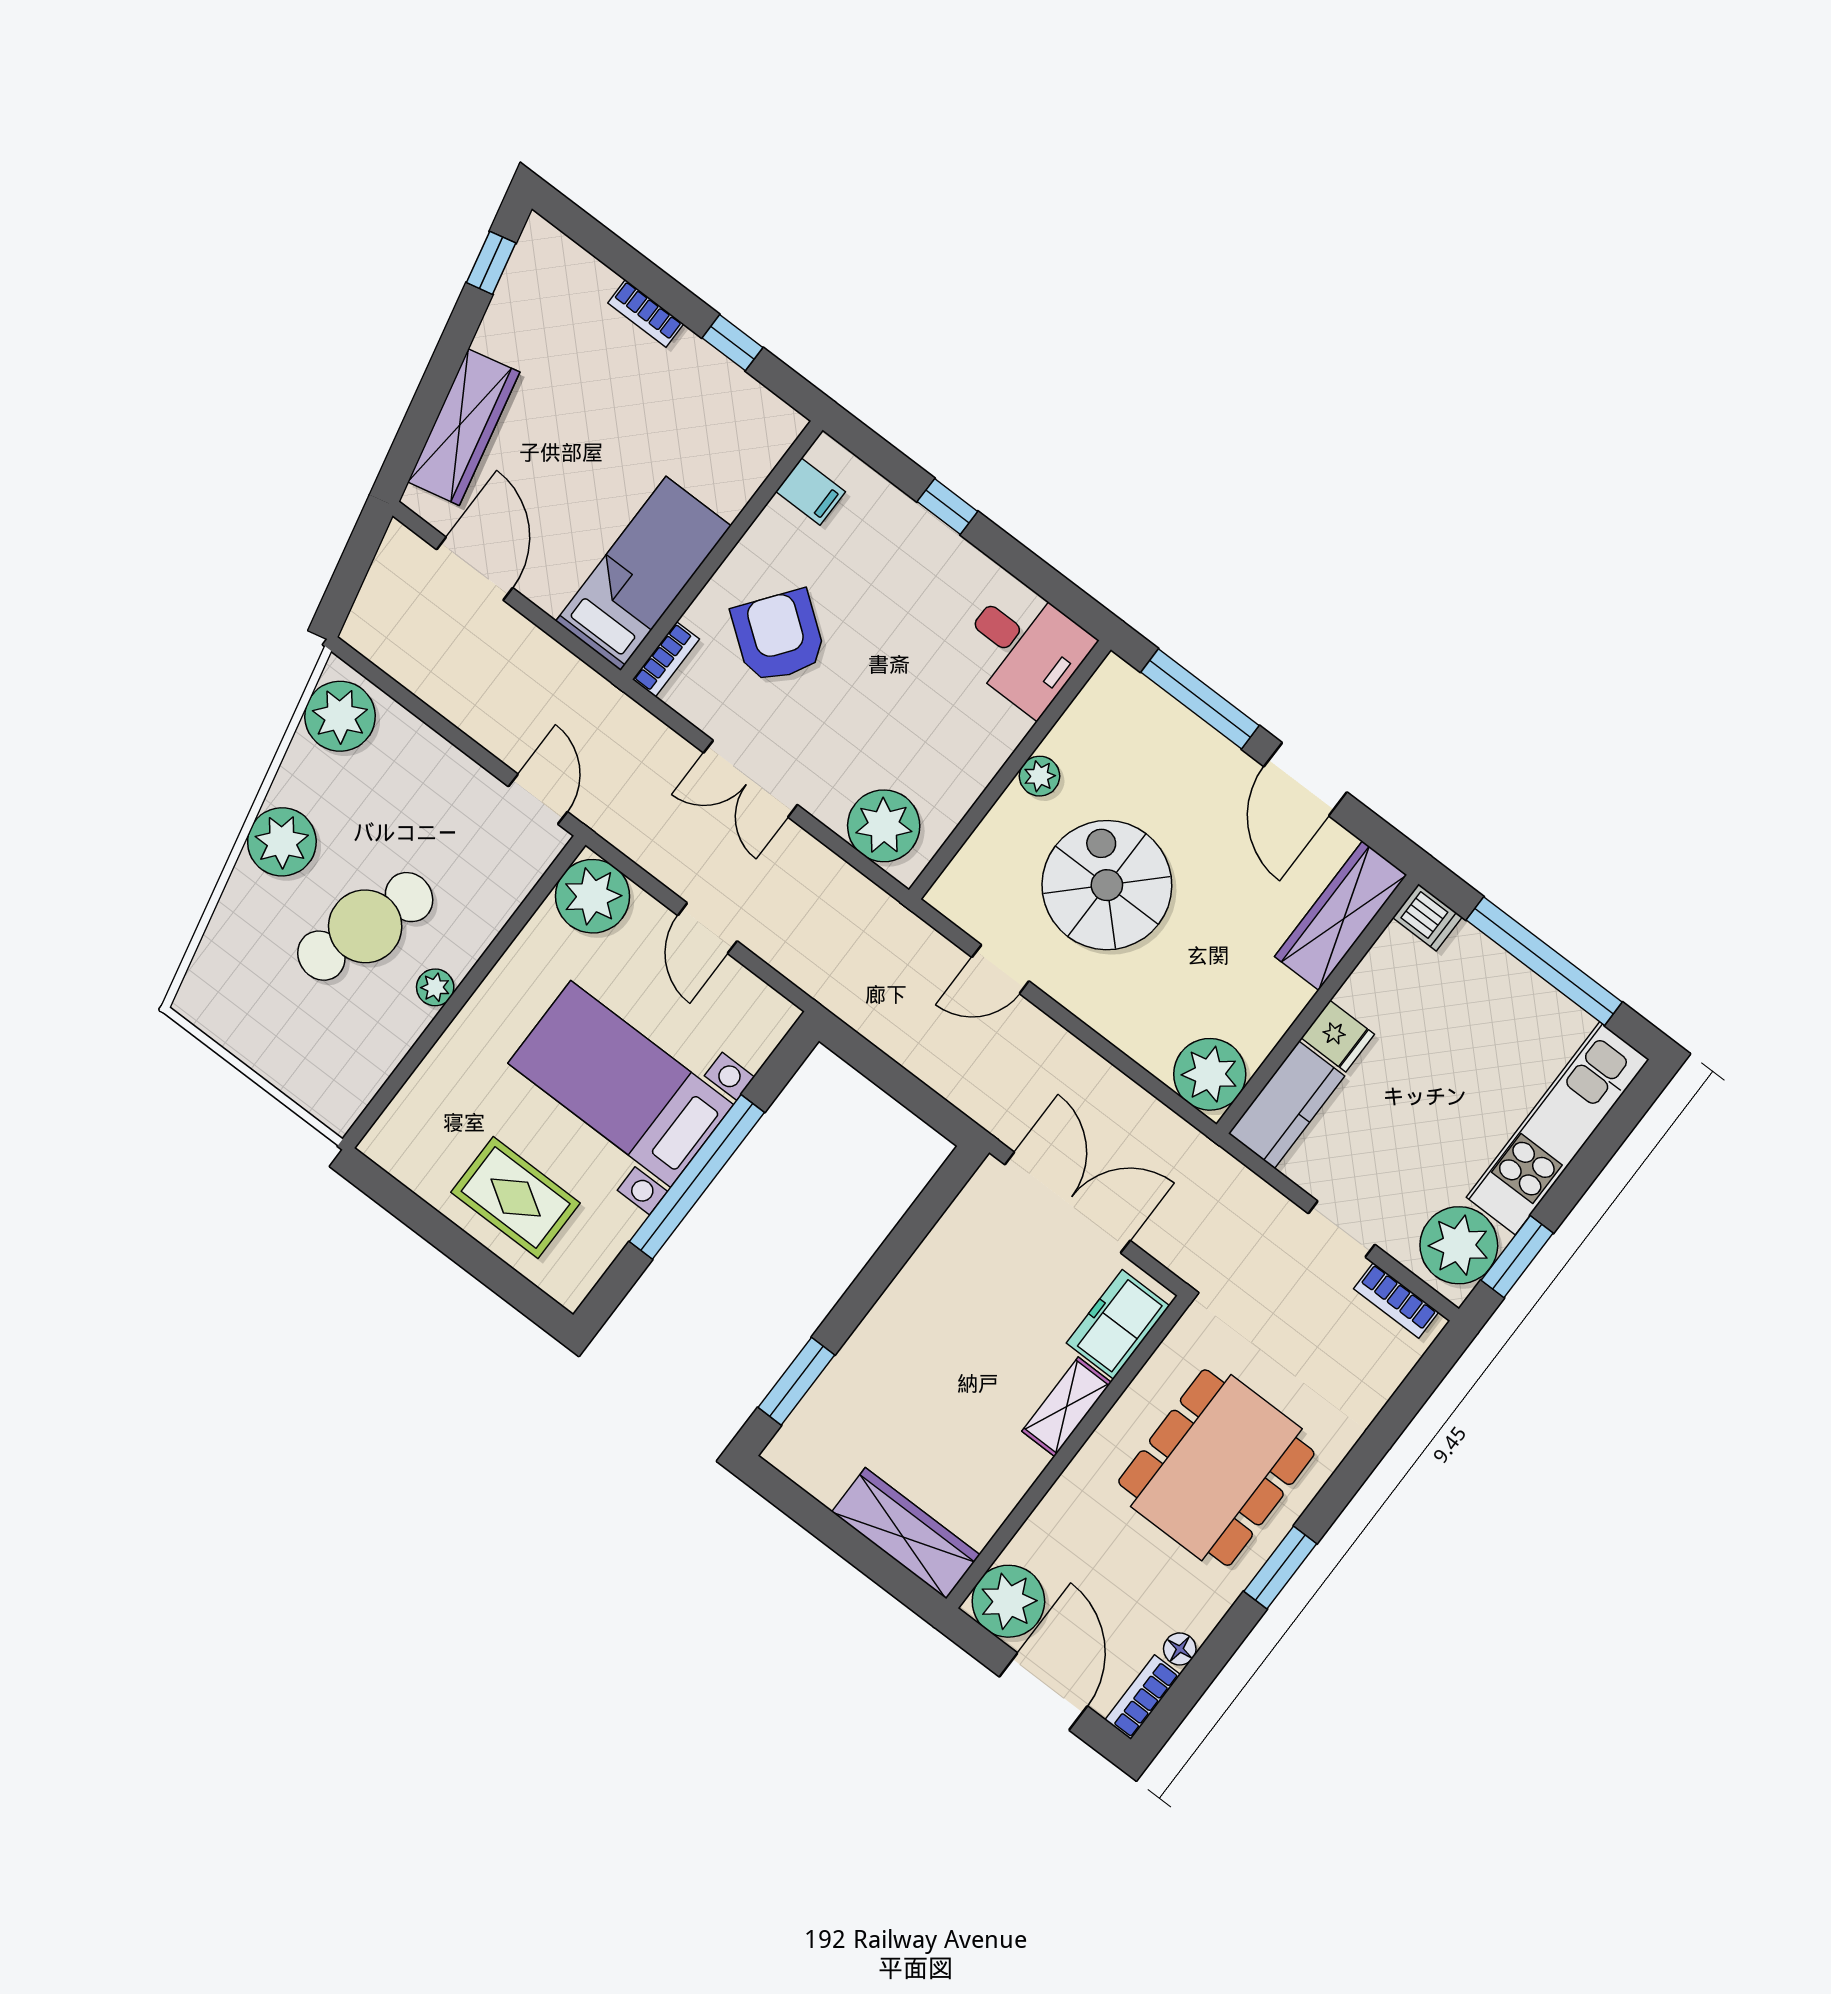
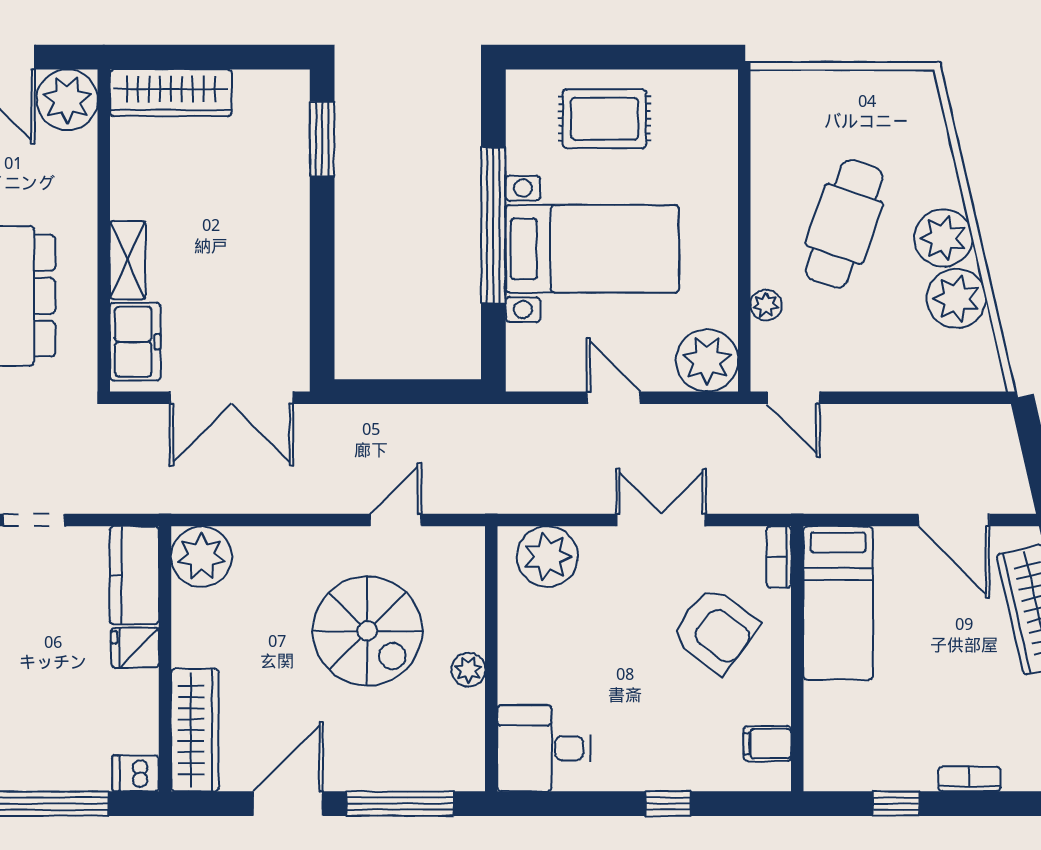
plant: (340, 716) -> (956, 298), moved
door: (1305, 779) -> (288, 804), hinge flipped
plant: (435, 987) -> (766, 305), moved

